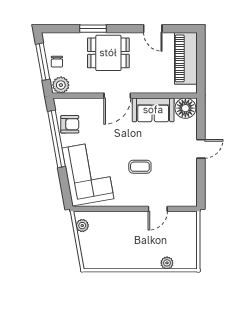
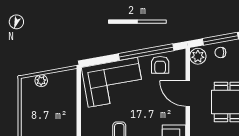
door: (117, 96) -> (188, 93), moved
plant: (82, 226) -> (41, 81), moved

